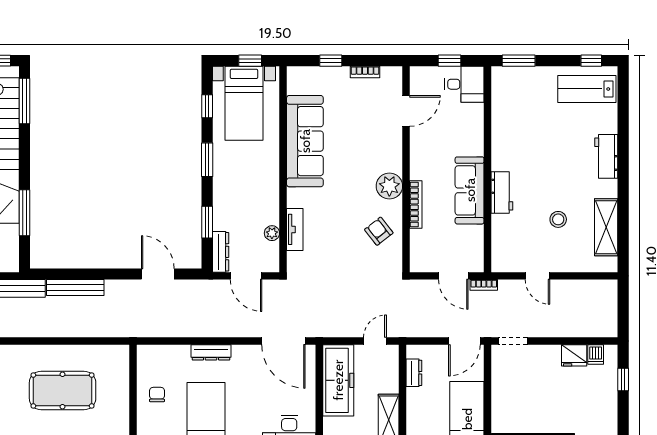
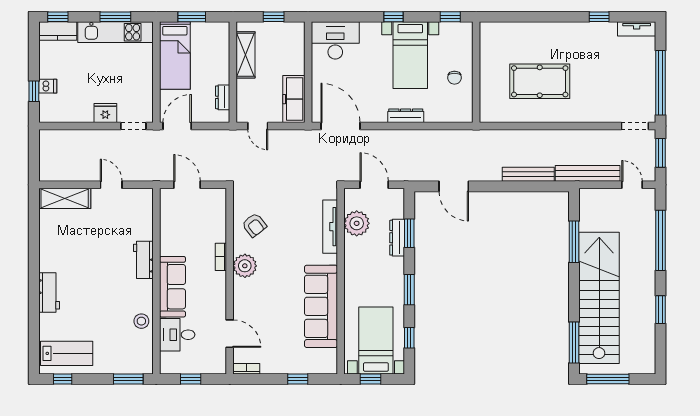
bookcase: (365, 72) -> (246, 369), moved
desk: (464, 84) -> (177, 335), moved
door: (406, 111) -> (230, 334), swing flipped
sofa: (470, 190) -> (172, 287), moved
bookcase: (416, 204) -> (221, 257), width x0.64
stool: (558, 219) -> (141, 321), moved
shelving: (606, 227) -> (65, 198), moved, turned 90
tv unit: (295, 229) -> (330, 227), width x1.41
plant: (272, 233) -> (357, 223), width x1.87, depth x1.87
dresser: (221, 252) -> (397, 238), moved
bookcase: (484, 285) -> (160, 177), removed
door: (375, 341) -> (258, 126), hinge flipped
dishwasher: (596, 354) -> (48, 86), moved, turned 90
fridge: (574, 355) -> (105, 113), moved
freezer: (338, 380) -> (294, 99), width x0.73, depth x0.79

